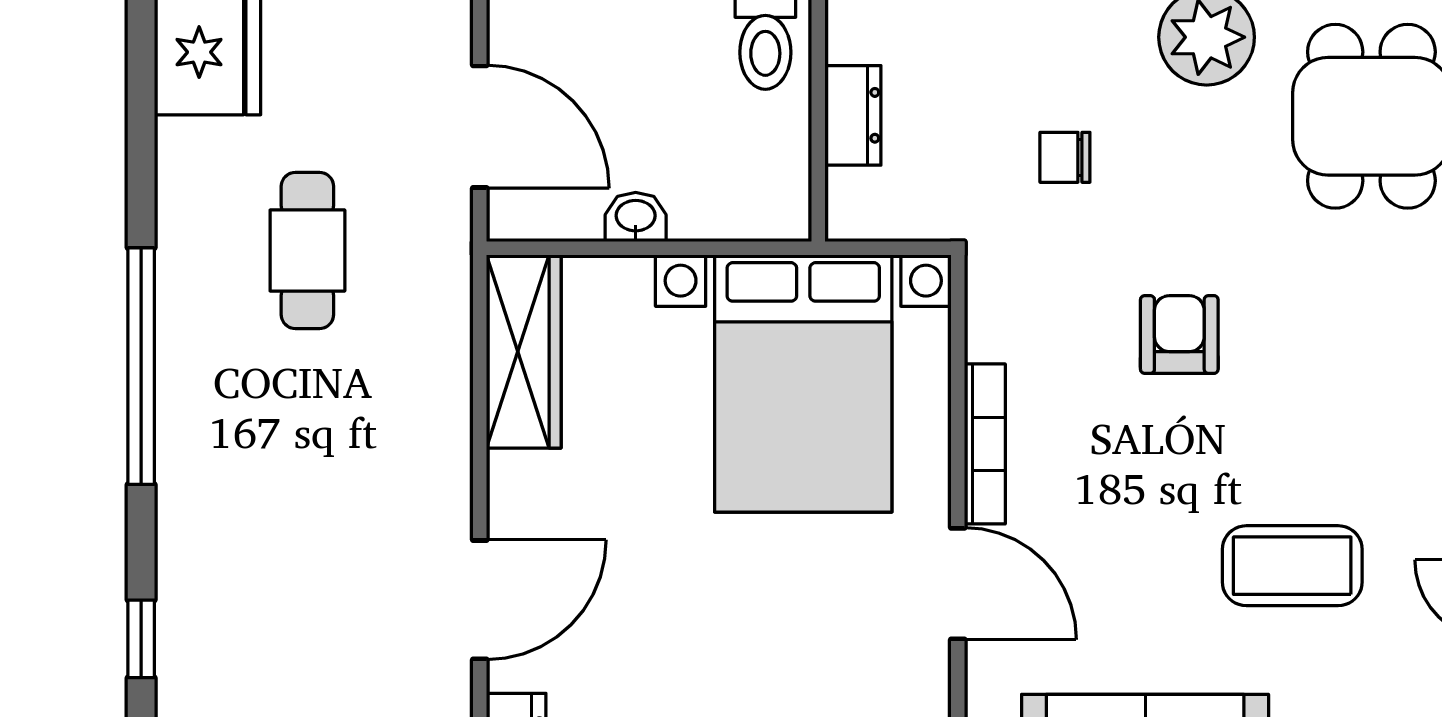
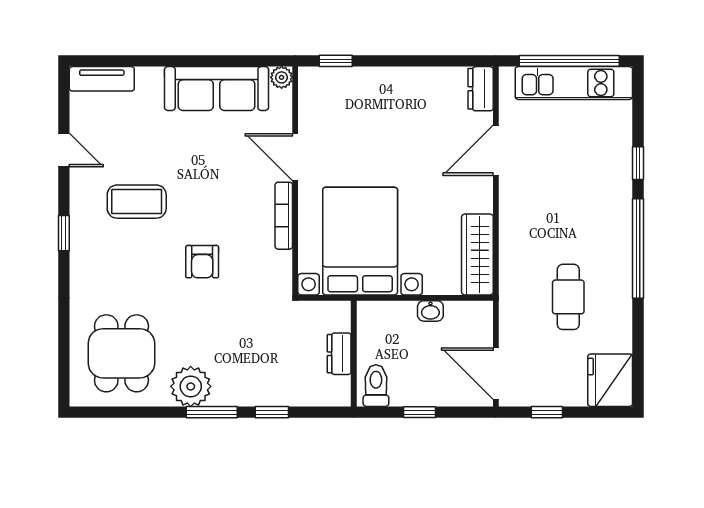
door: (480, 127) -> (496, 374), moved
chair: (1065, 157) -> (250, 336), removed
coffee table: (1292, 566) -> (137, 202), moved
window: (141, 639) -> (638, 163), moved

